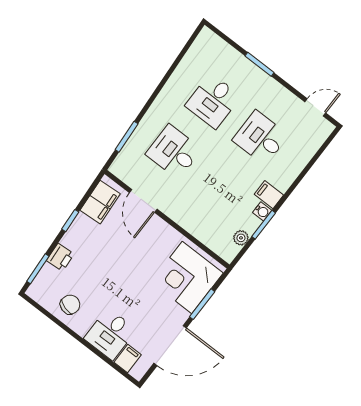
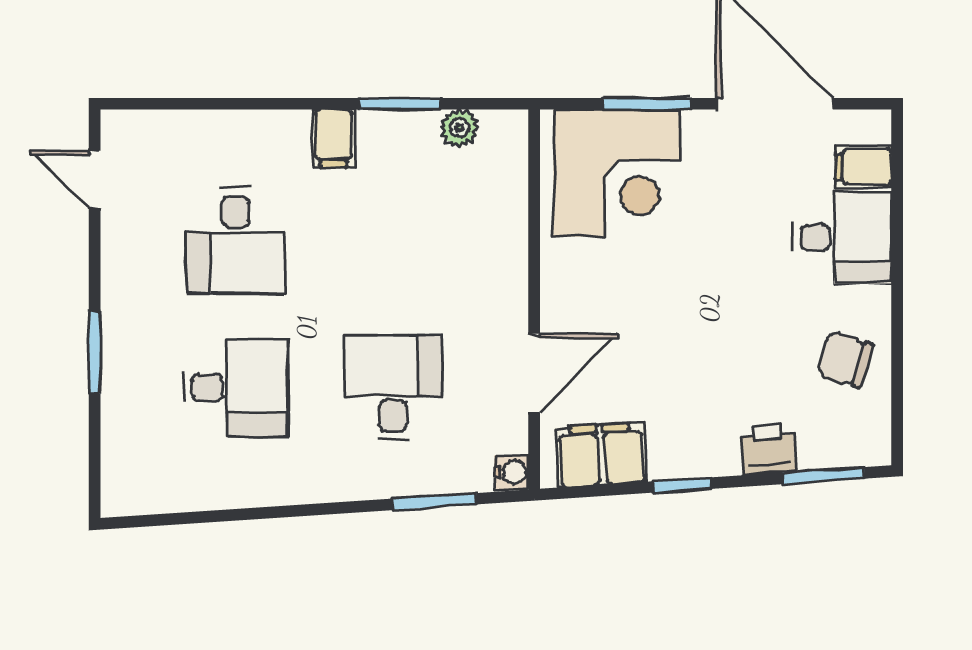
desk: (174, 152) -> (393, 388), turned 180
water cooler: (262, 211) -> (511, 472), moved, turned 90

